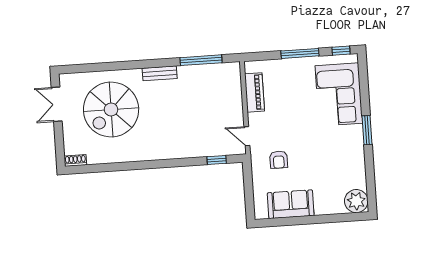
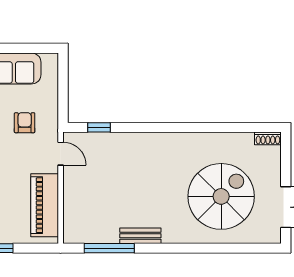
bench: (160, 73) -> (140, 236), moved
piano: (254, 92) -> (45, 205), width x1.37, depth x1.33

